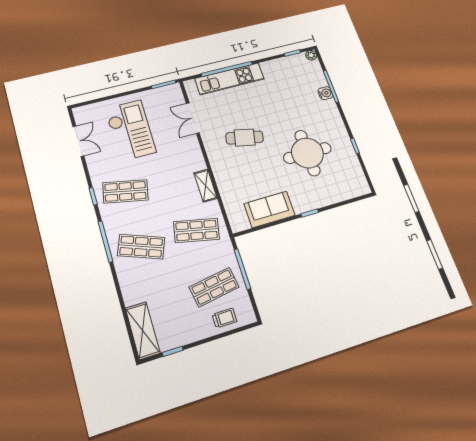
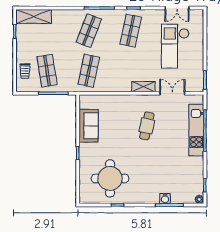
checkout: (130, 130) -> (175, 46), turned 90
round table: (307, 153) -> (110, 178), moved
shelving: (206, 186) -> (143, 87), moved

